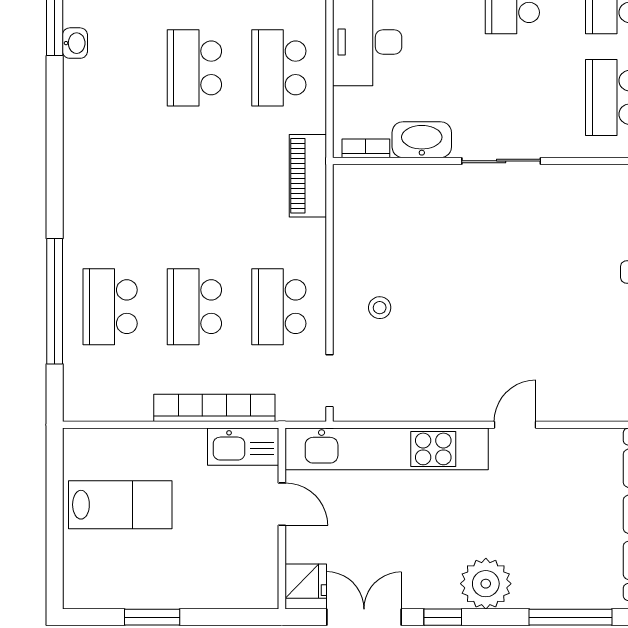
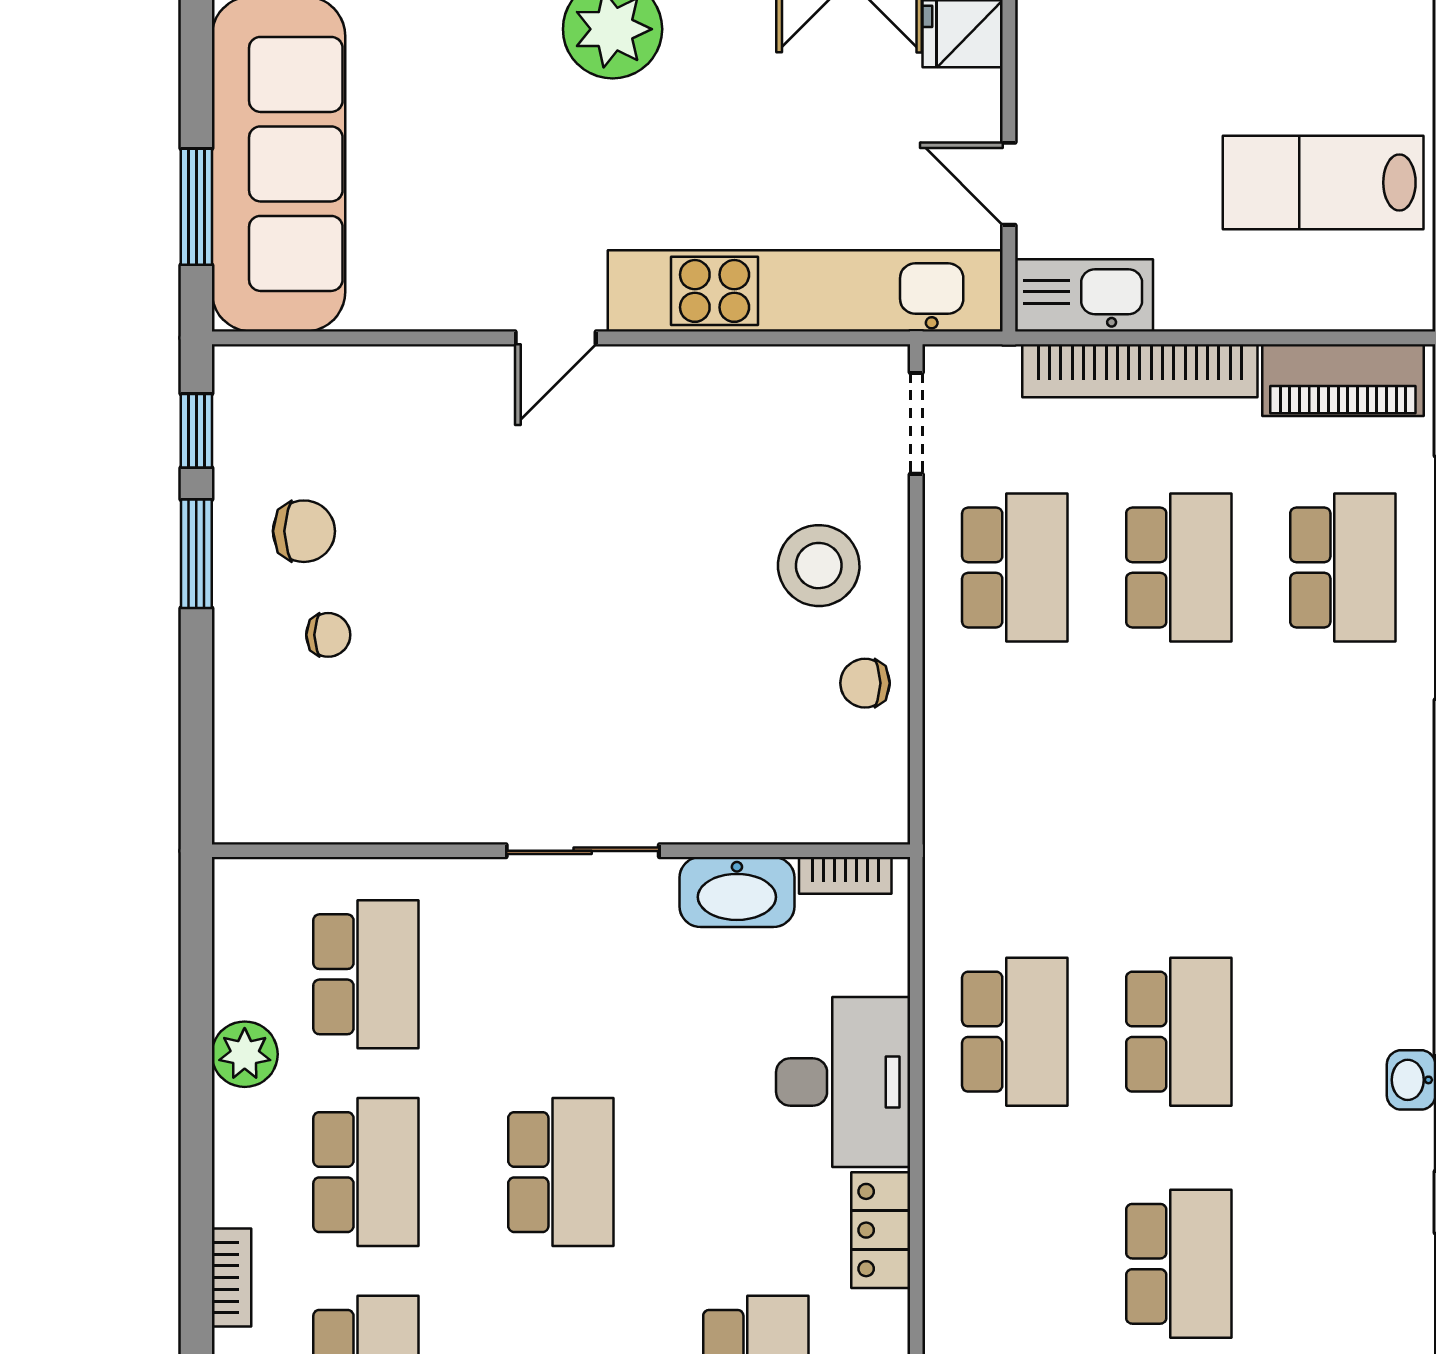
piano: (308, 176) -> (1343, 380), moved, turned 90
chair: (356, 247) -> (865, 683), added
stool: (380, 308) -> (819, 566), width x1.89, depth x1.89

